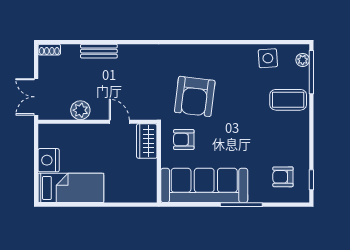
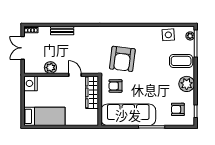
double door: (36, 97) -> (23, 48), moved
plant: (297, 136) -> (187, 84), added
wardrobe: (147, 141) -> (92, 92), width x1.50
nightstand: (49, 160) -> (30, 83), moved

